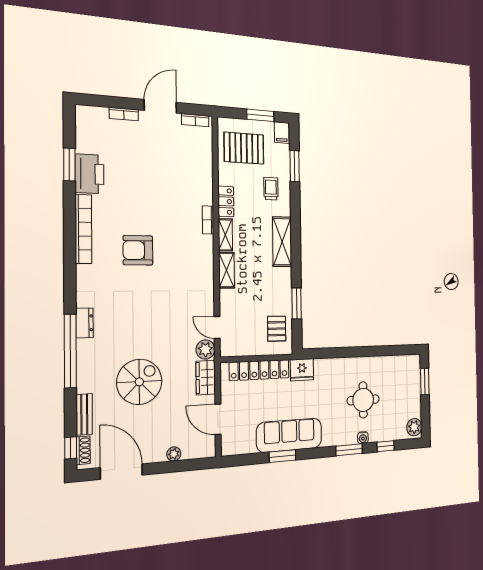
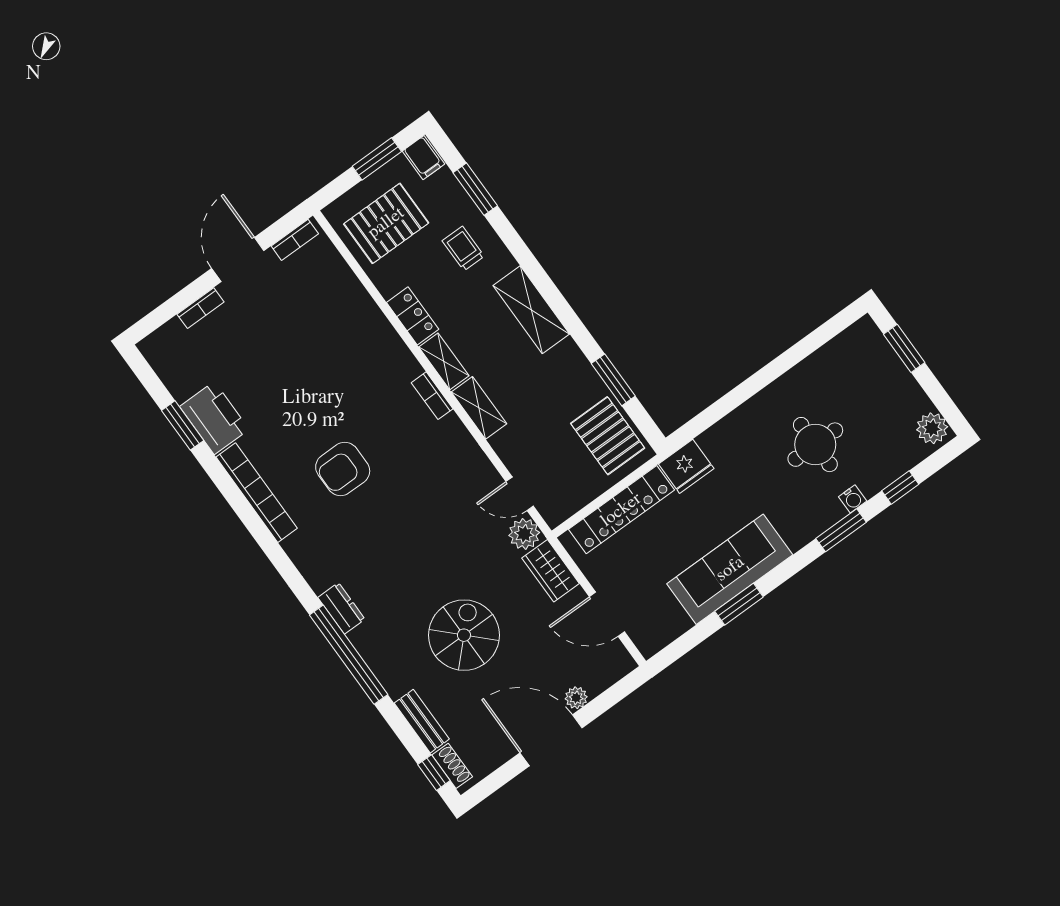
bookcase: (208, 220) -> (432, 396), moved
pallet: (277, 329) -> (608, 436), width x1.50, depth x1.42
door: (121, 472) -> (551, 740), moved

